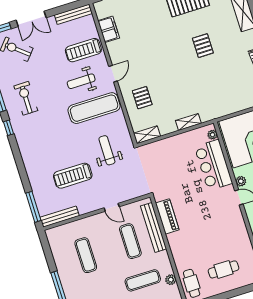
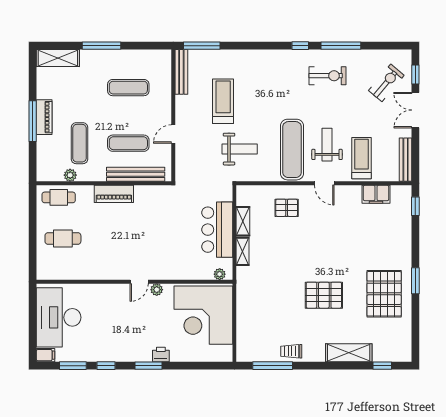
pallet: (203, 46) -> (324, 295), width x1.50, depth x1.42
shelving: (147, 135) -> (243, 221), moved
bar counter: (214, 165) -> (217, 230), moved, turned -90
piano: (167, 216) -> (114, 194), moved
cafe table: (223, 269) -> (63, 239), turned 90

